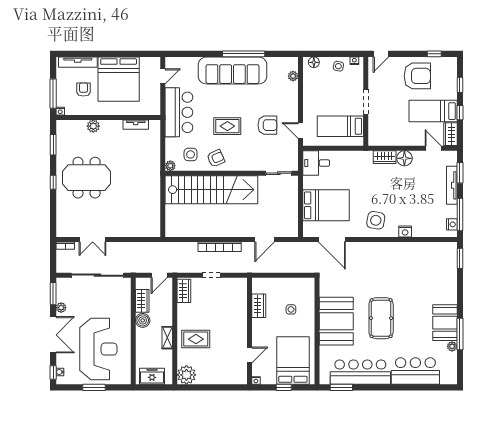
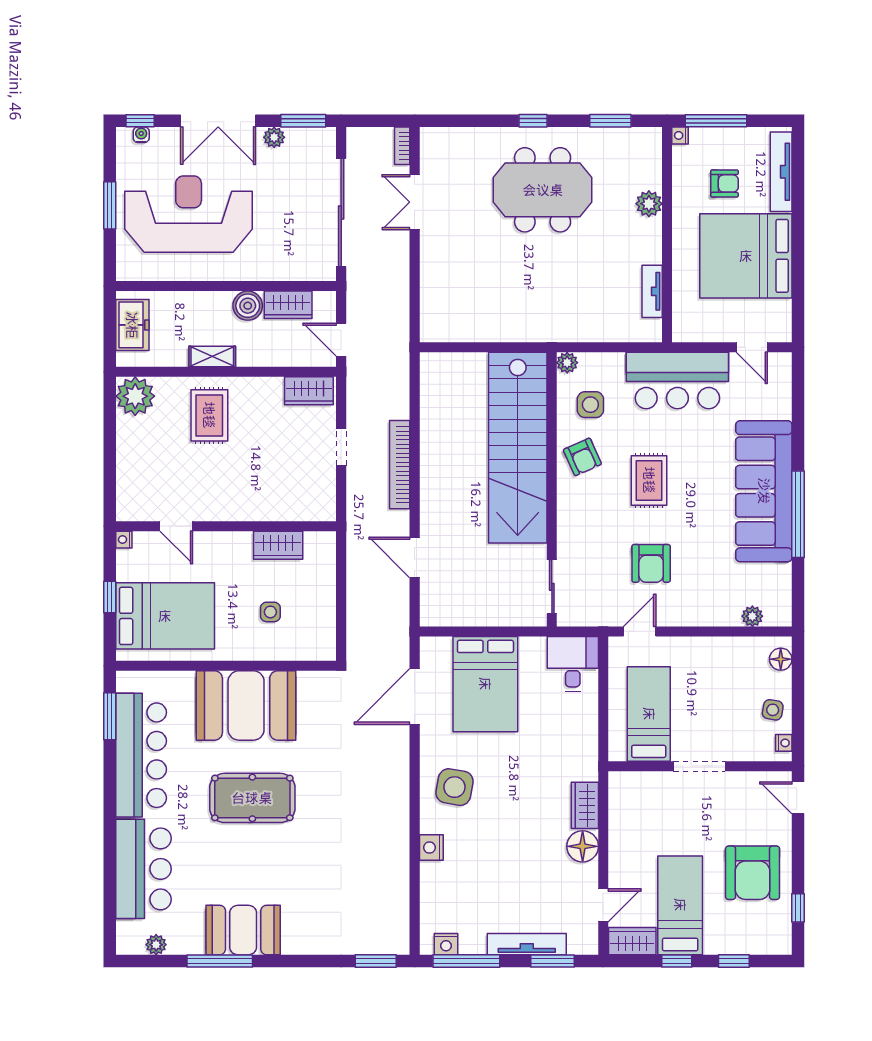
meeting table: (87, 178) -> (543, 190), turned 90
plant: (452, 346) -> (156, 945), moved
reception desk: (98, 349) -> (189, 214), turned 180

